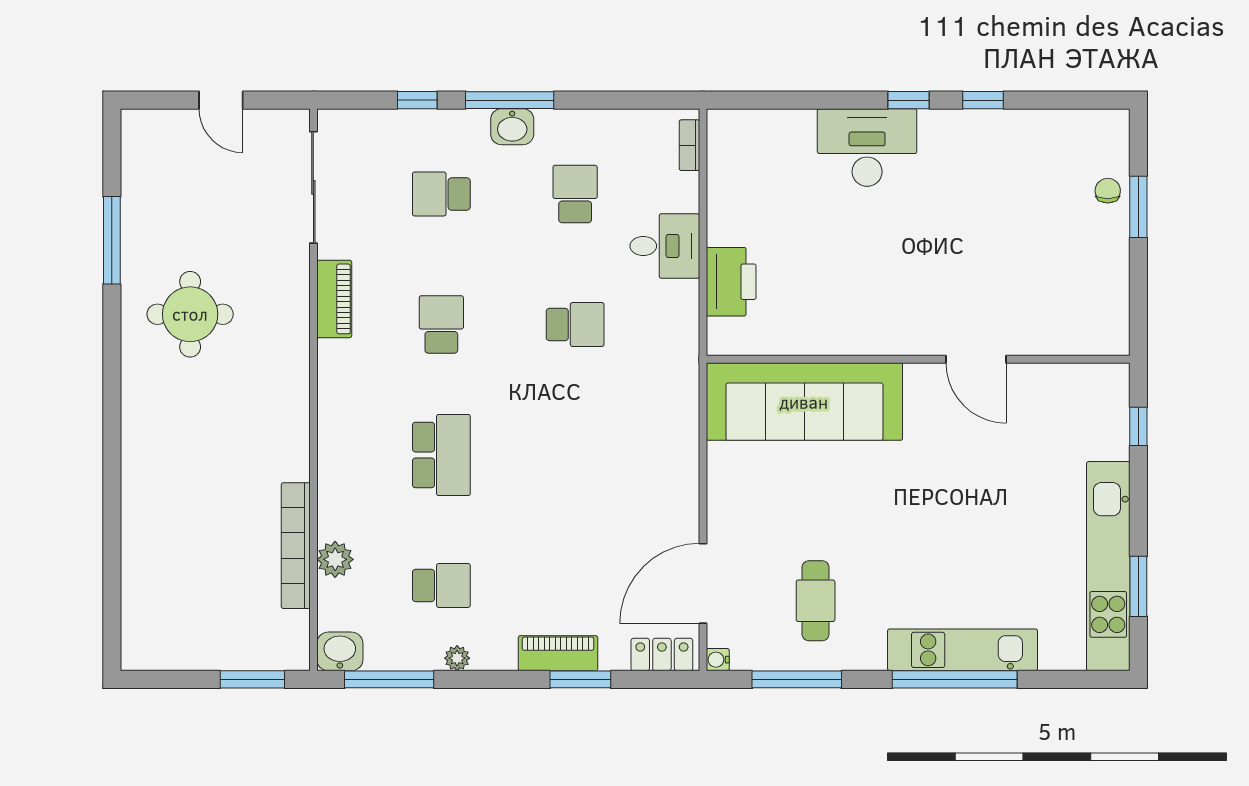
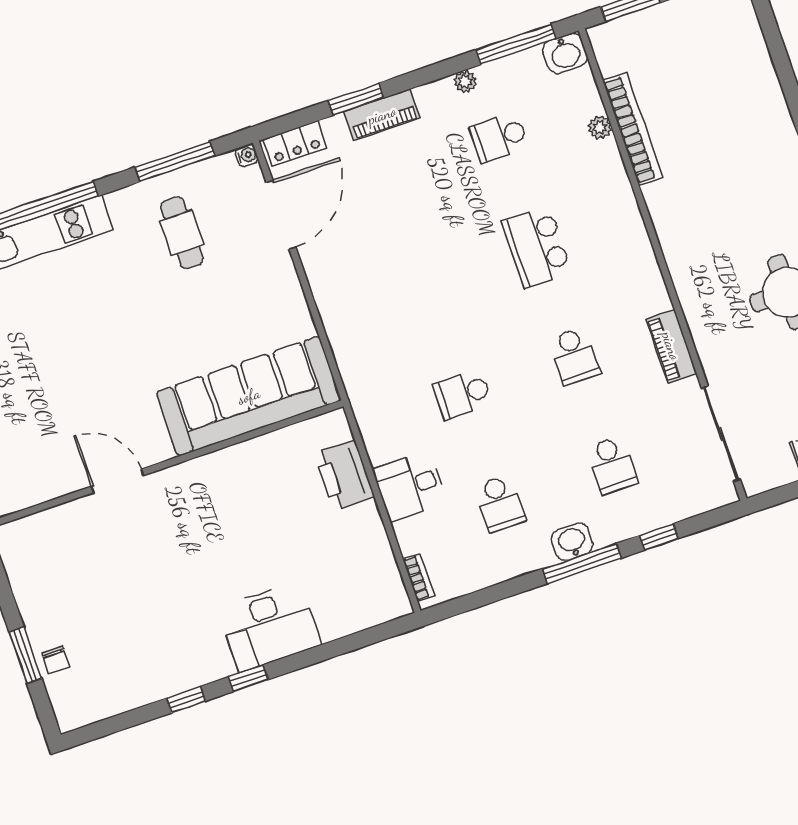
school desk: (441, 194) -> (612, 465), turned 90
plant: (335, 559) -> (600, 127), width x0.73, depth x0.73

